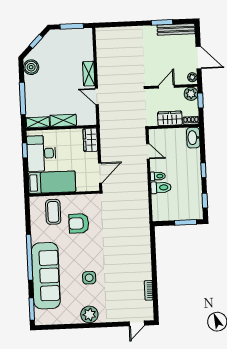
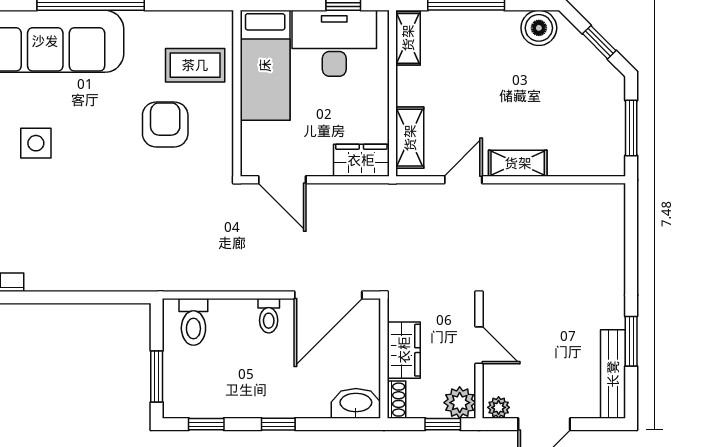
shelving: (63, 120) -> (410, 138), moved
door: (148, 151) -> (328, 295), width x1.88
toilet: (161, 188) -> (193, 322), moved

